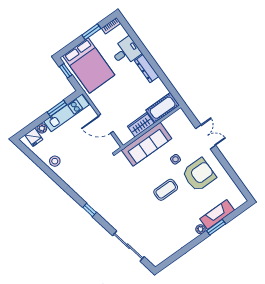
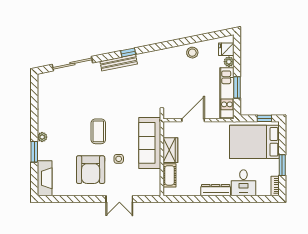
cot: (163, 108) -> (169, 175), width x0.73, depth x0.75
bench: (102, 212) -> (119, 63), added
fireplace: (217, 215) -> (45, 178), moved

